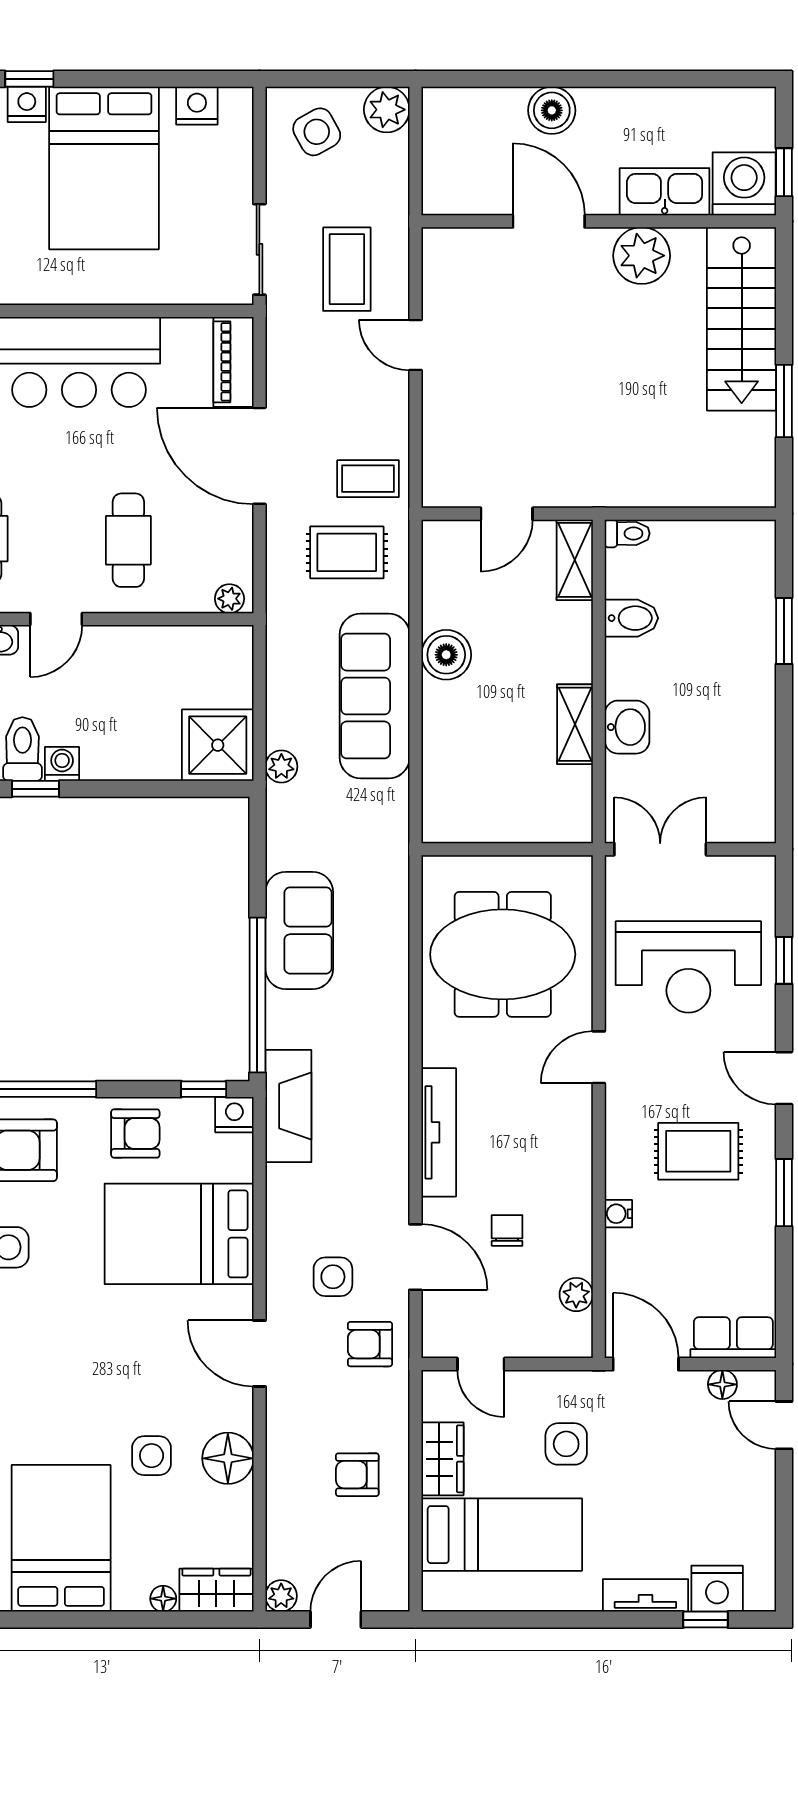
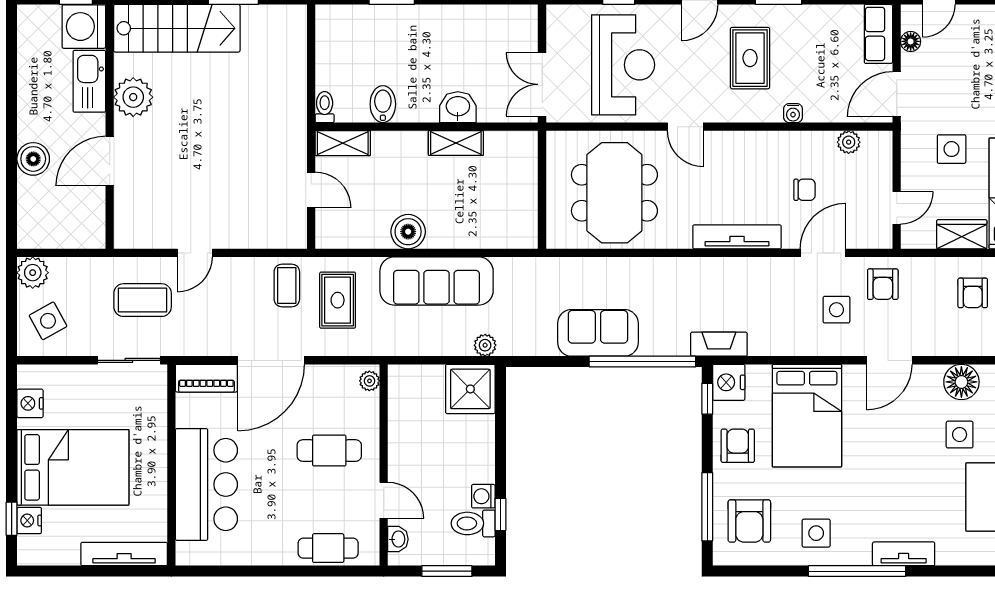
fireplace: (288, 1106) -> (719, 344), width x0.73, depth x0.76
nightstand: (234, 1115) -> (729, 382), width x1.36, depth x1.33
chair: (507, 1230) -> (805, 190), turned 180

